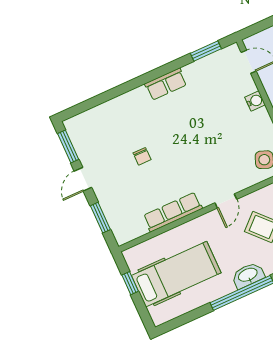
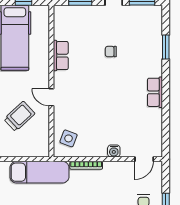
window: (206, 51) -> (166, 47), moved
row of seats: (173, 212) -> (61, 56), width x0.68

